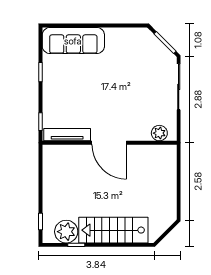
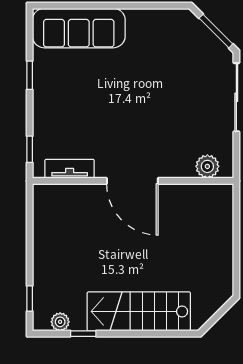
tv unit: (67, 135) -> (70, 169), width x0.71
plant: (66, 232) -> (60, 322), width x0.53, depth x0.53

